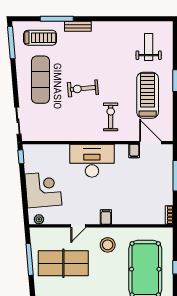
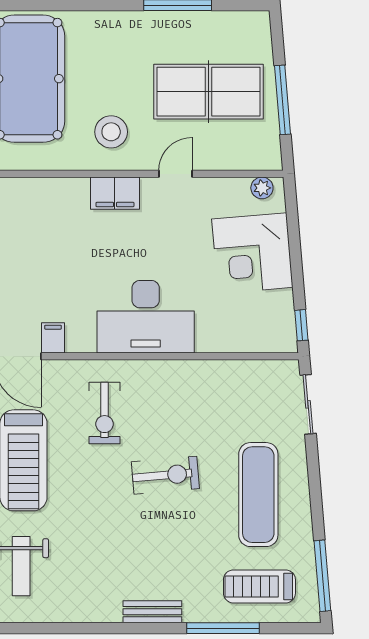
bench: (78, 26) -> (152, 612), moved
filing cabinet: (106, 217) -> (115, 193), width x2.00

